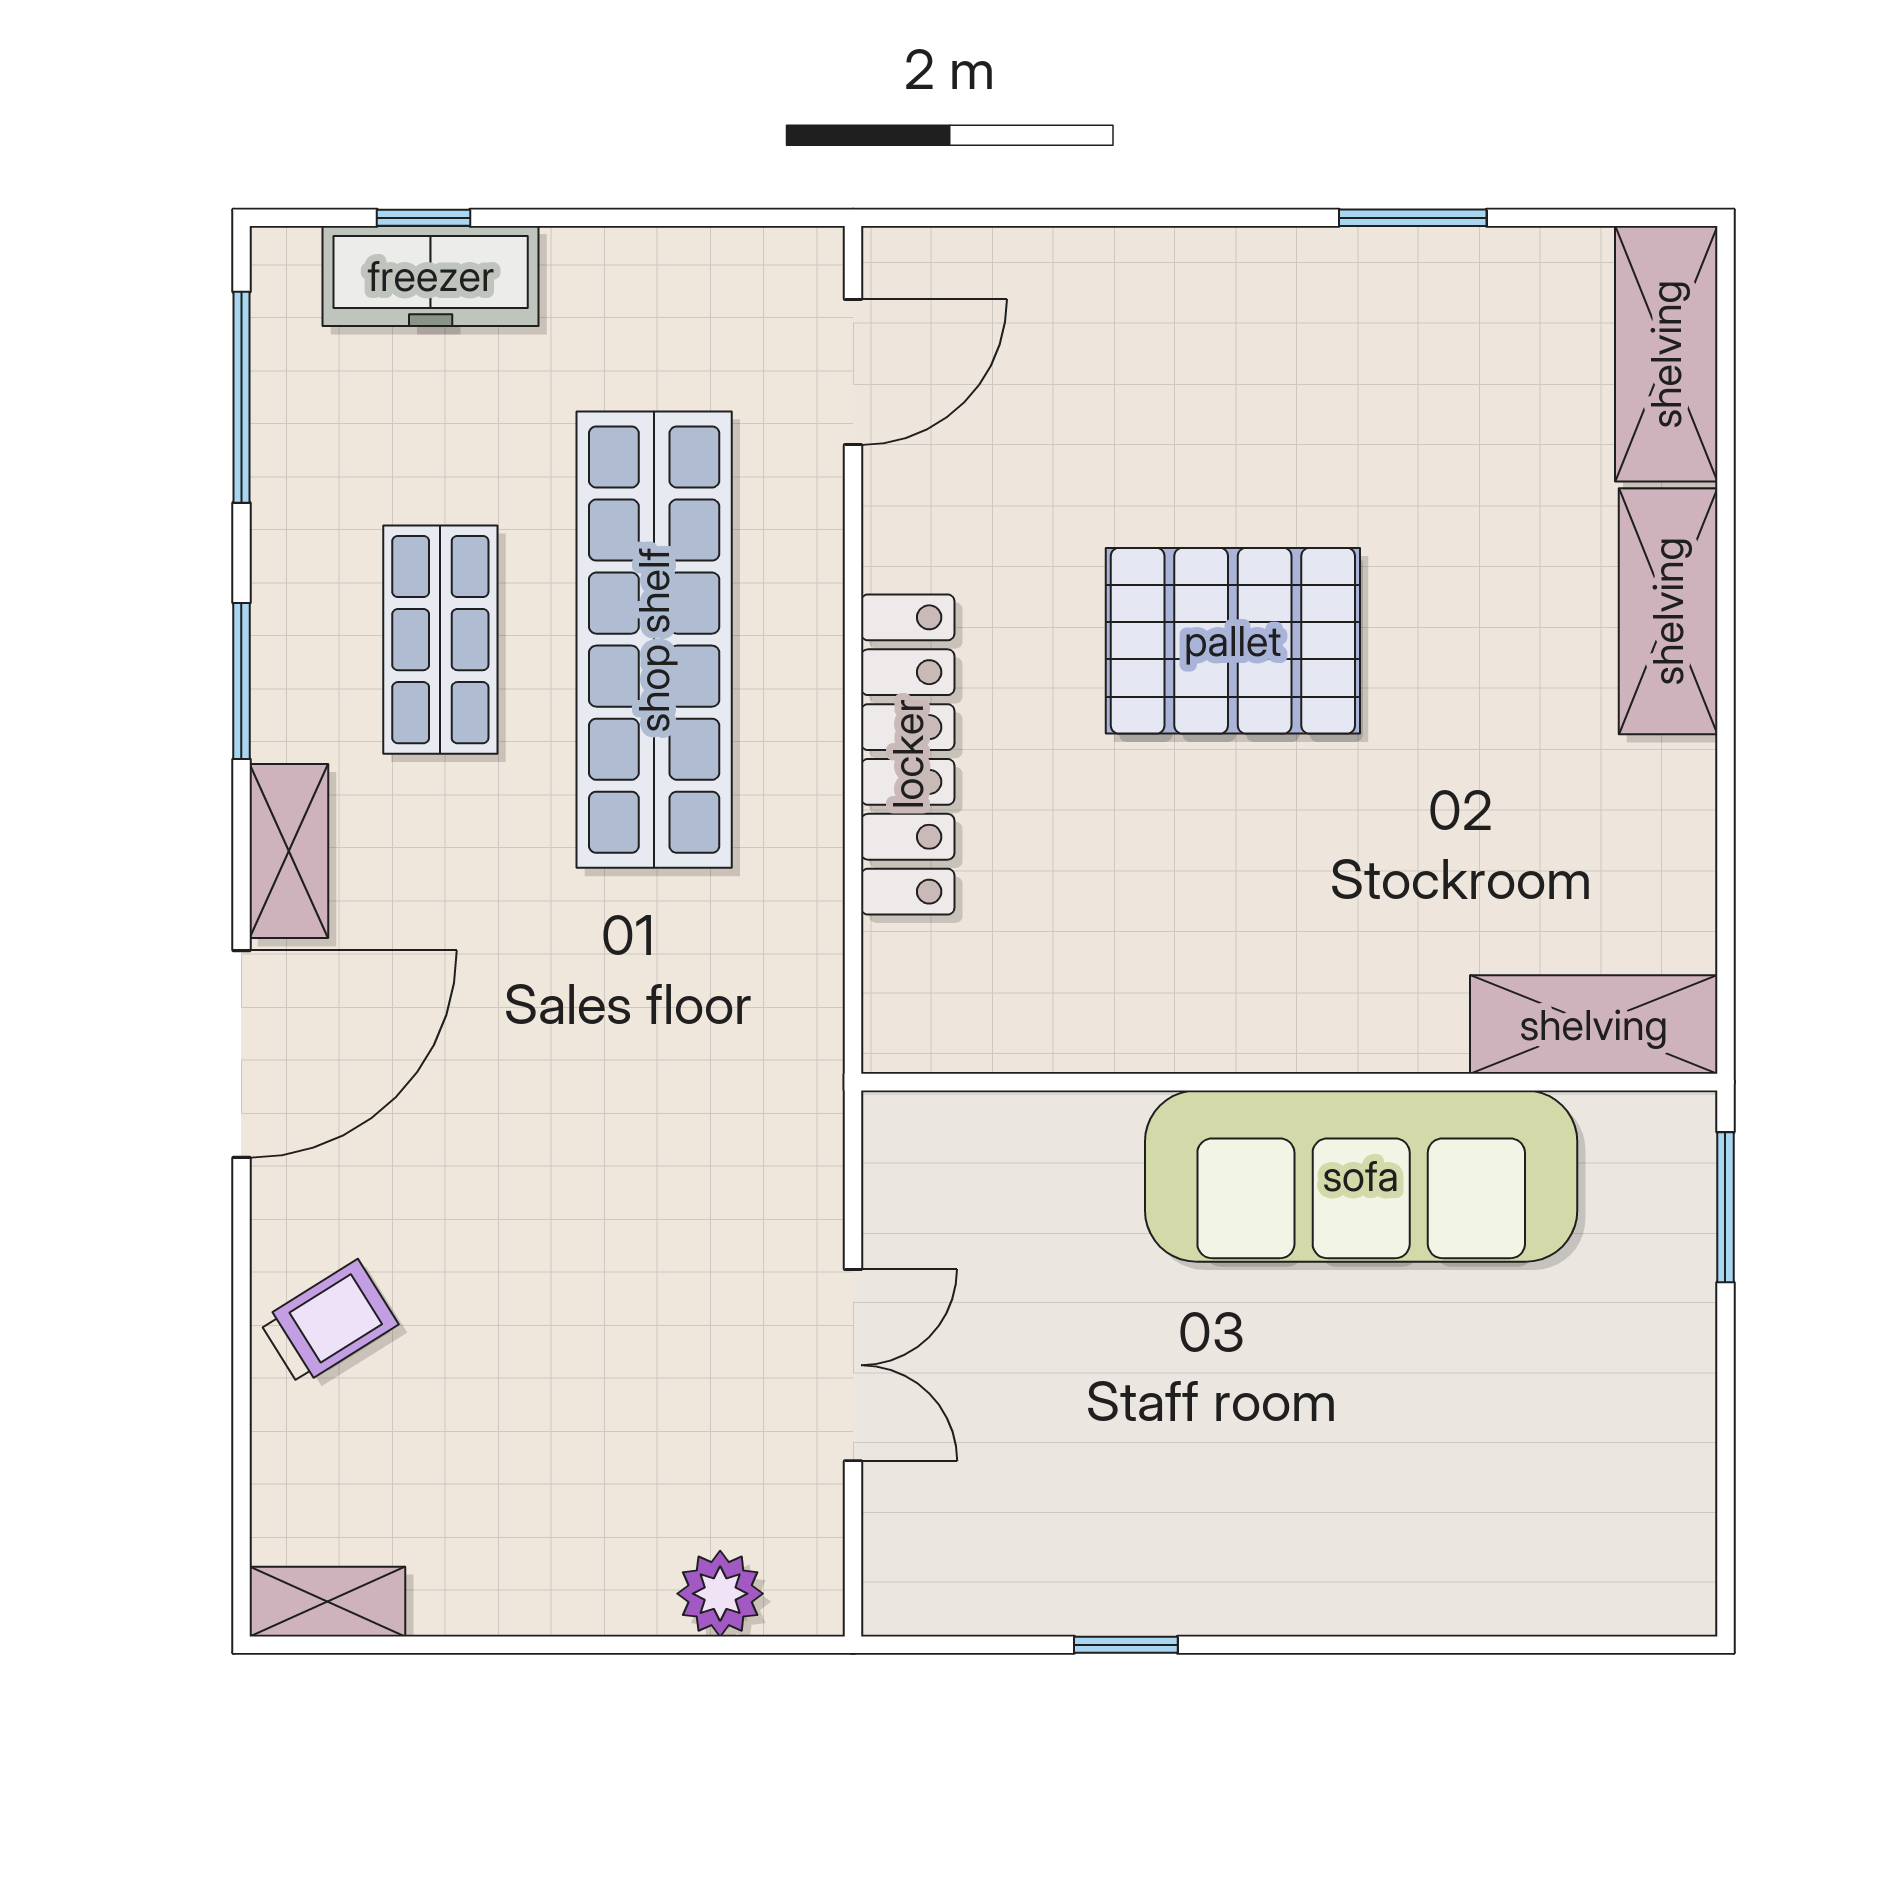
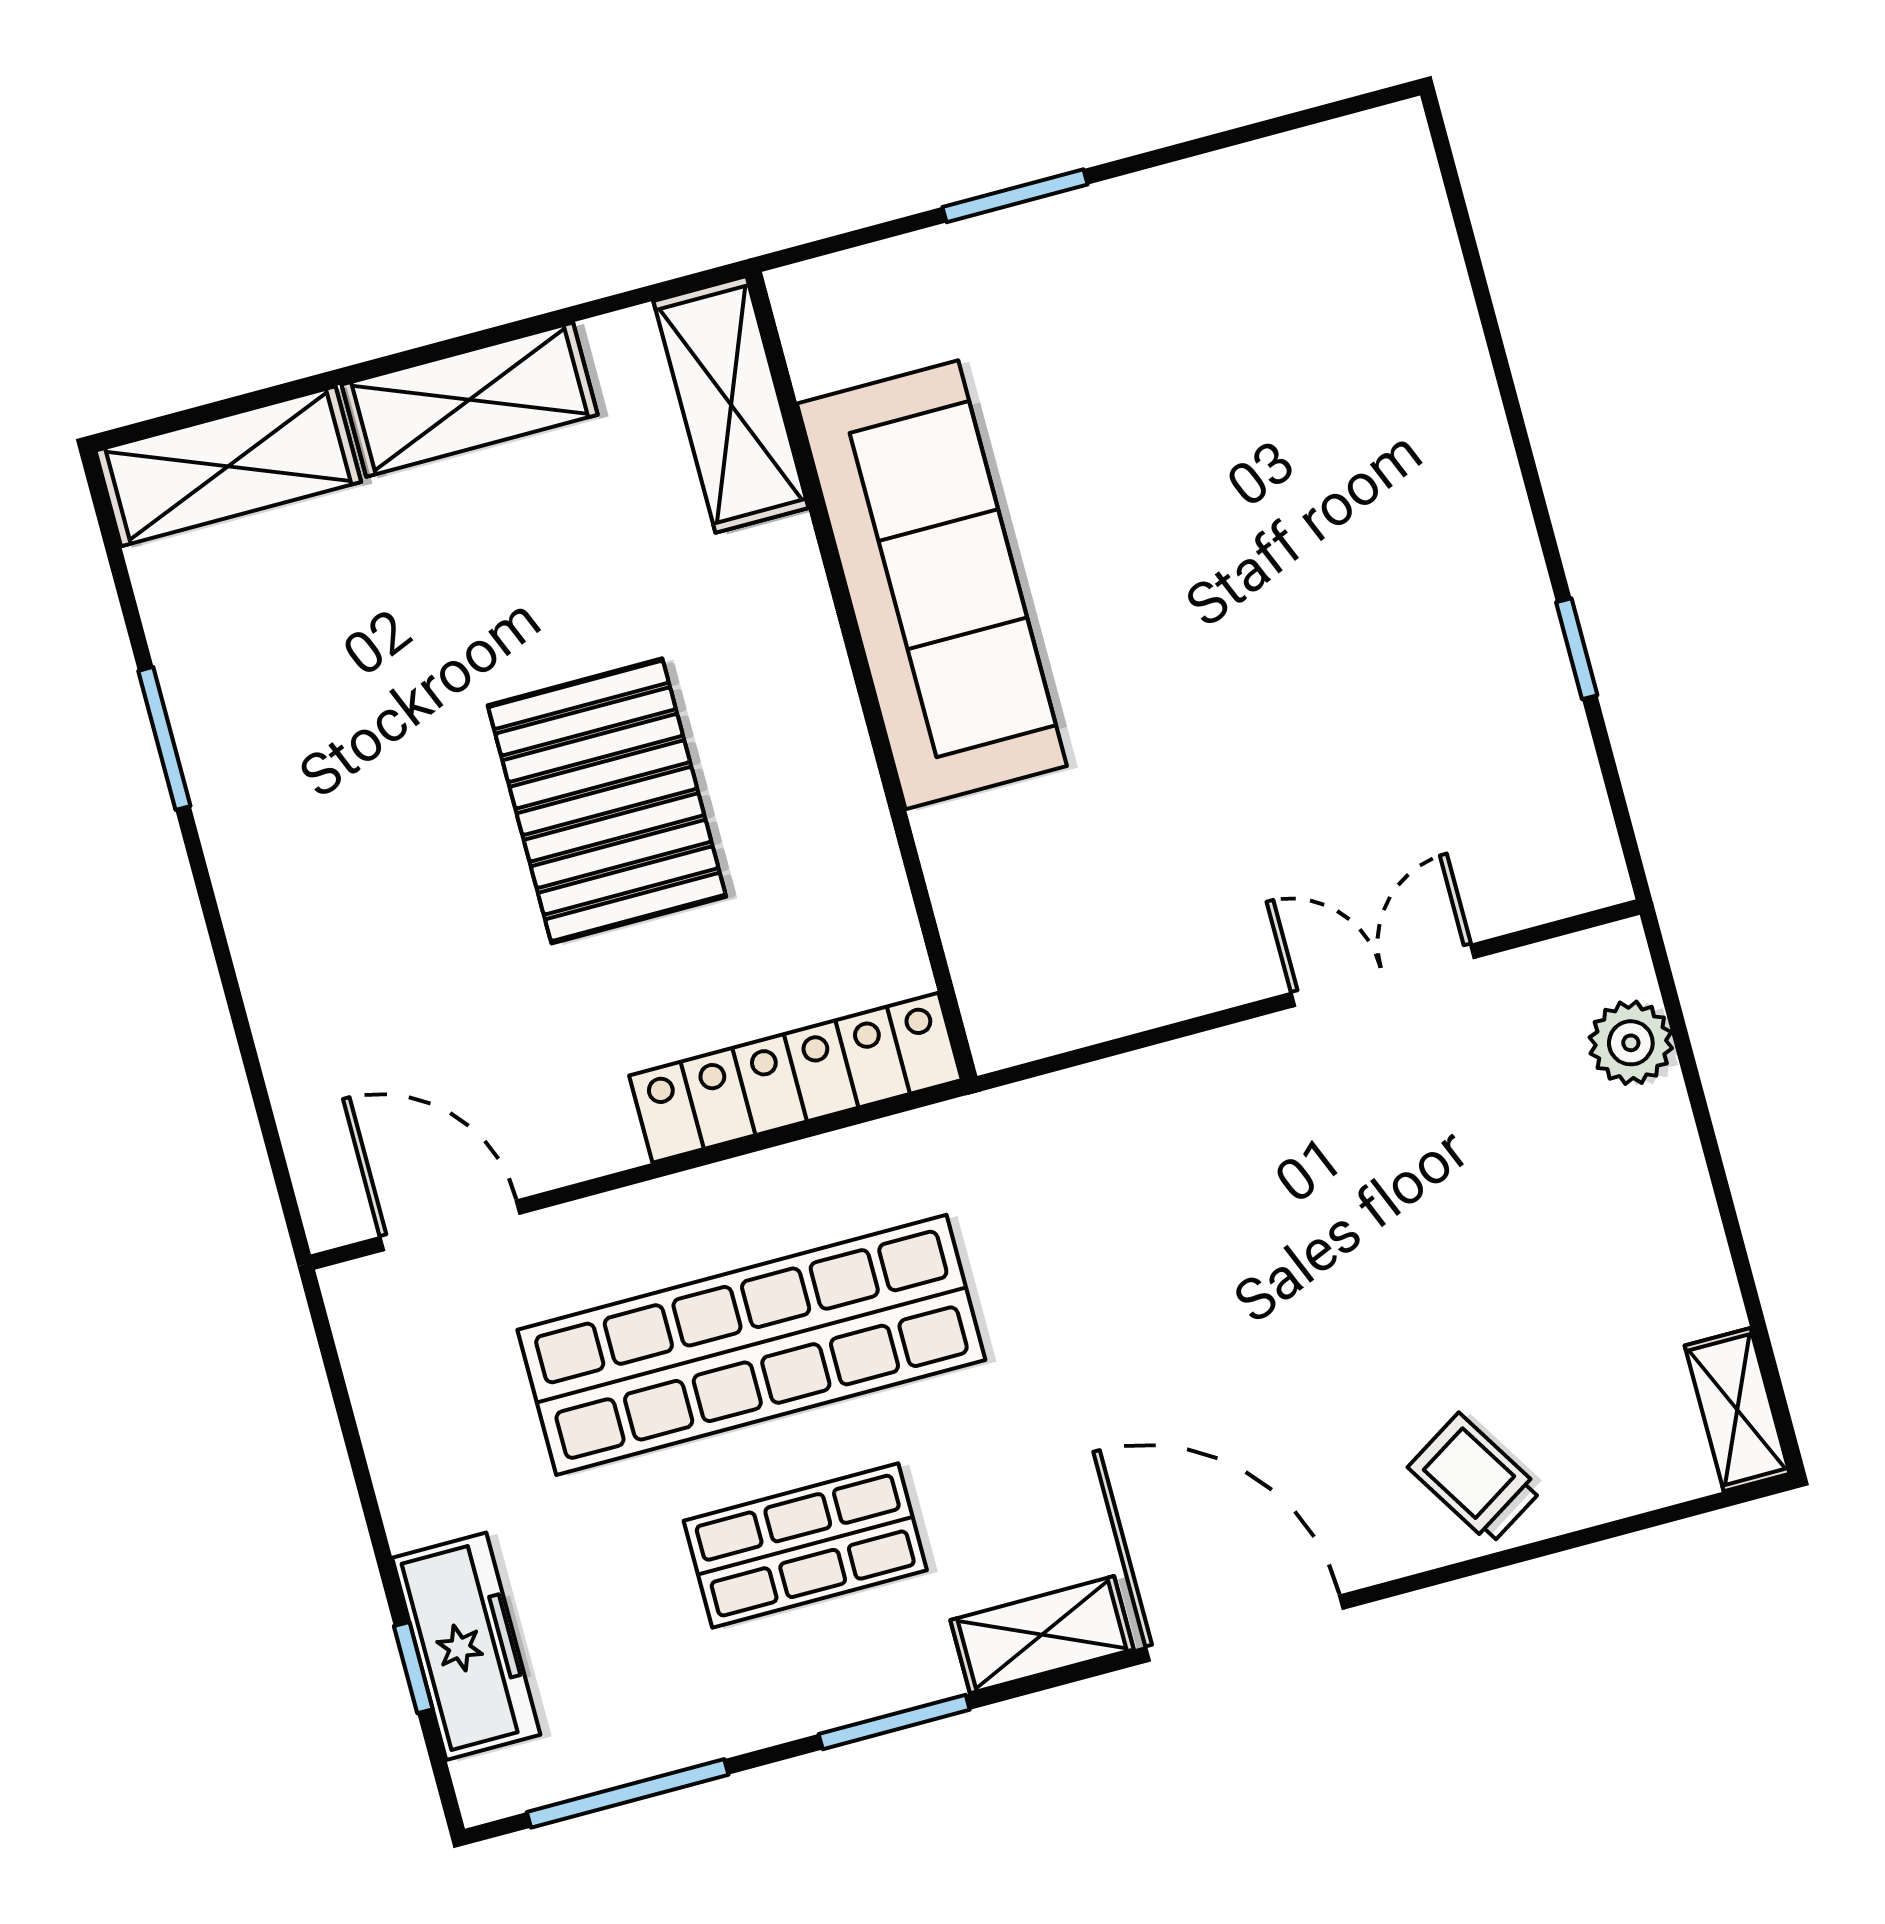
shelving: (1594, 1025) -> (731, 404), moved
wall: (1289, 1082) -> (862, 676), moved
sofa: (1361, 1176) -> (932, 585), moved

